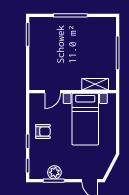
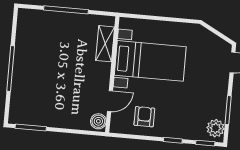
boiler: (37, 84) -> (98, 121), added
door: (53, 92) -> (110, 101), hinge flipped
armchair: (43, 131) -> (144, 117), moved
plant: (54, 172) -> (216, 128), moved

